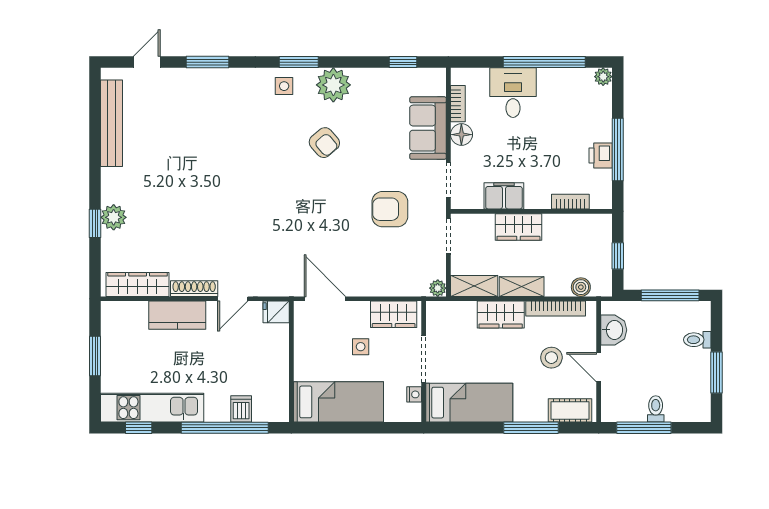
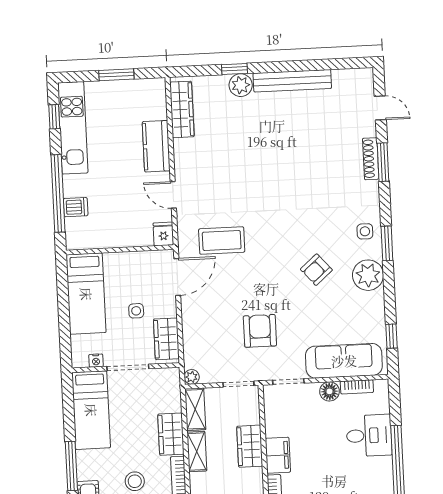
bench: (111, 123) -> (292, 81), moved
sofa: (428, 128) -> (344, 361), width x1.36
filing cabinet: (504, 196) -> (278, 455), moved
coffee table: (287, 247) -> (222, 241), added
shoe rack: (194, 289) -> (371, 159), moved, turned 180

